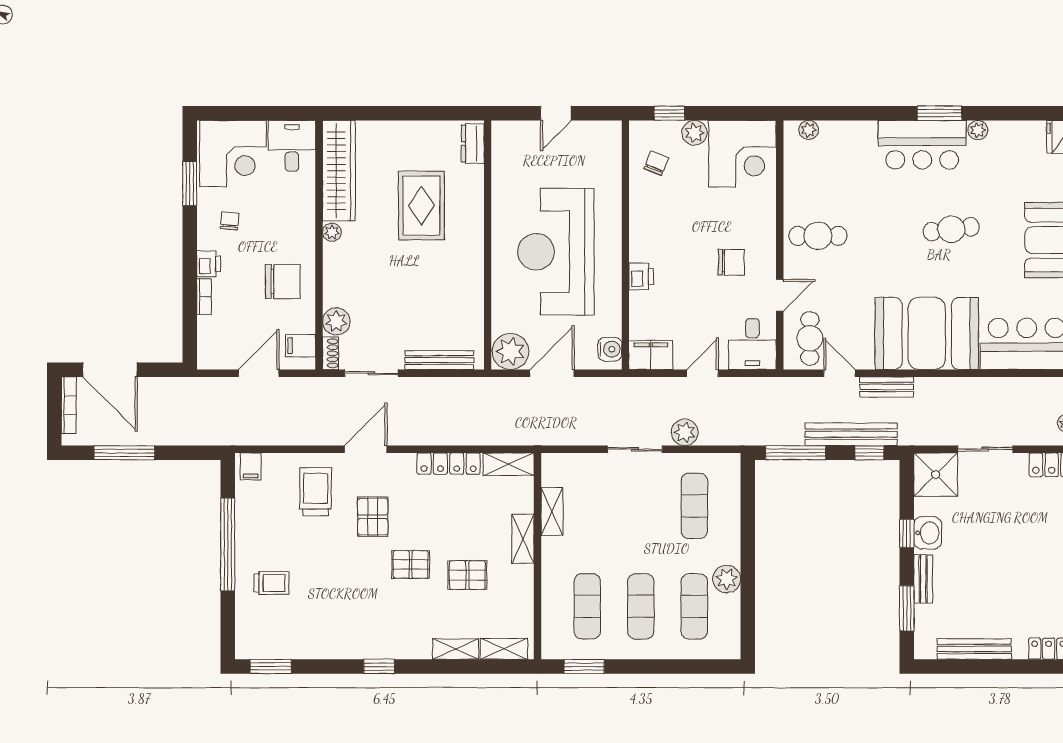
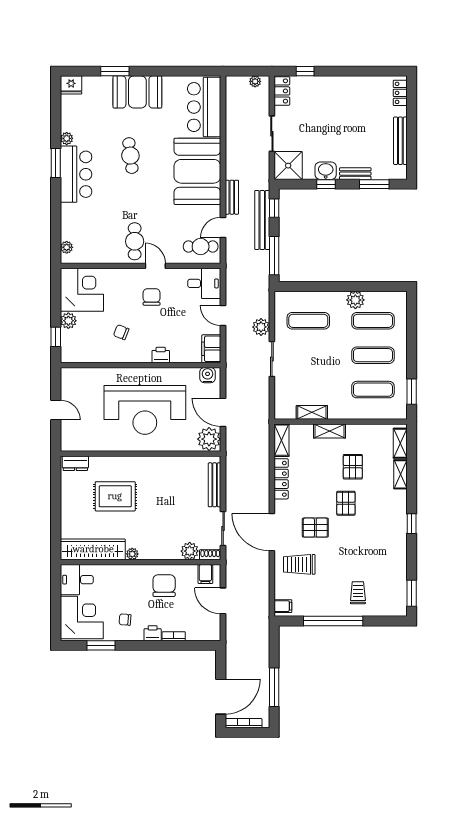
chair: (656, 163) -> (121, 332), moved
door: (780, 295) -> (155, 266), moved
door: (366, 449) -> (272, 532), width x1.36

